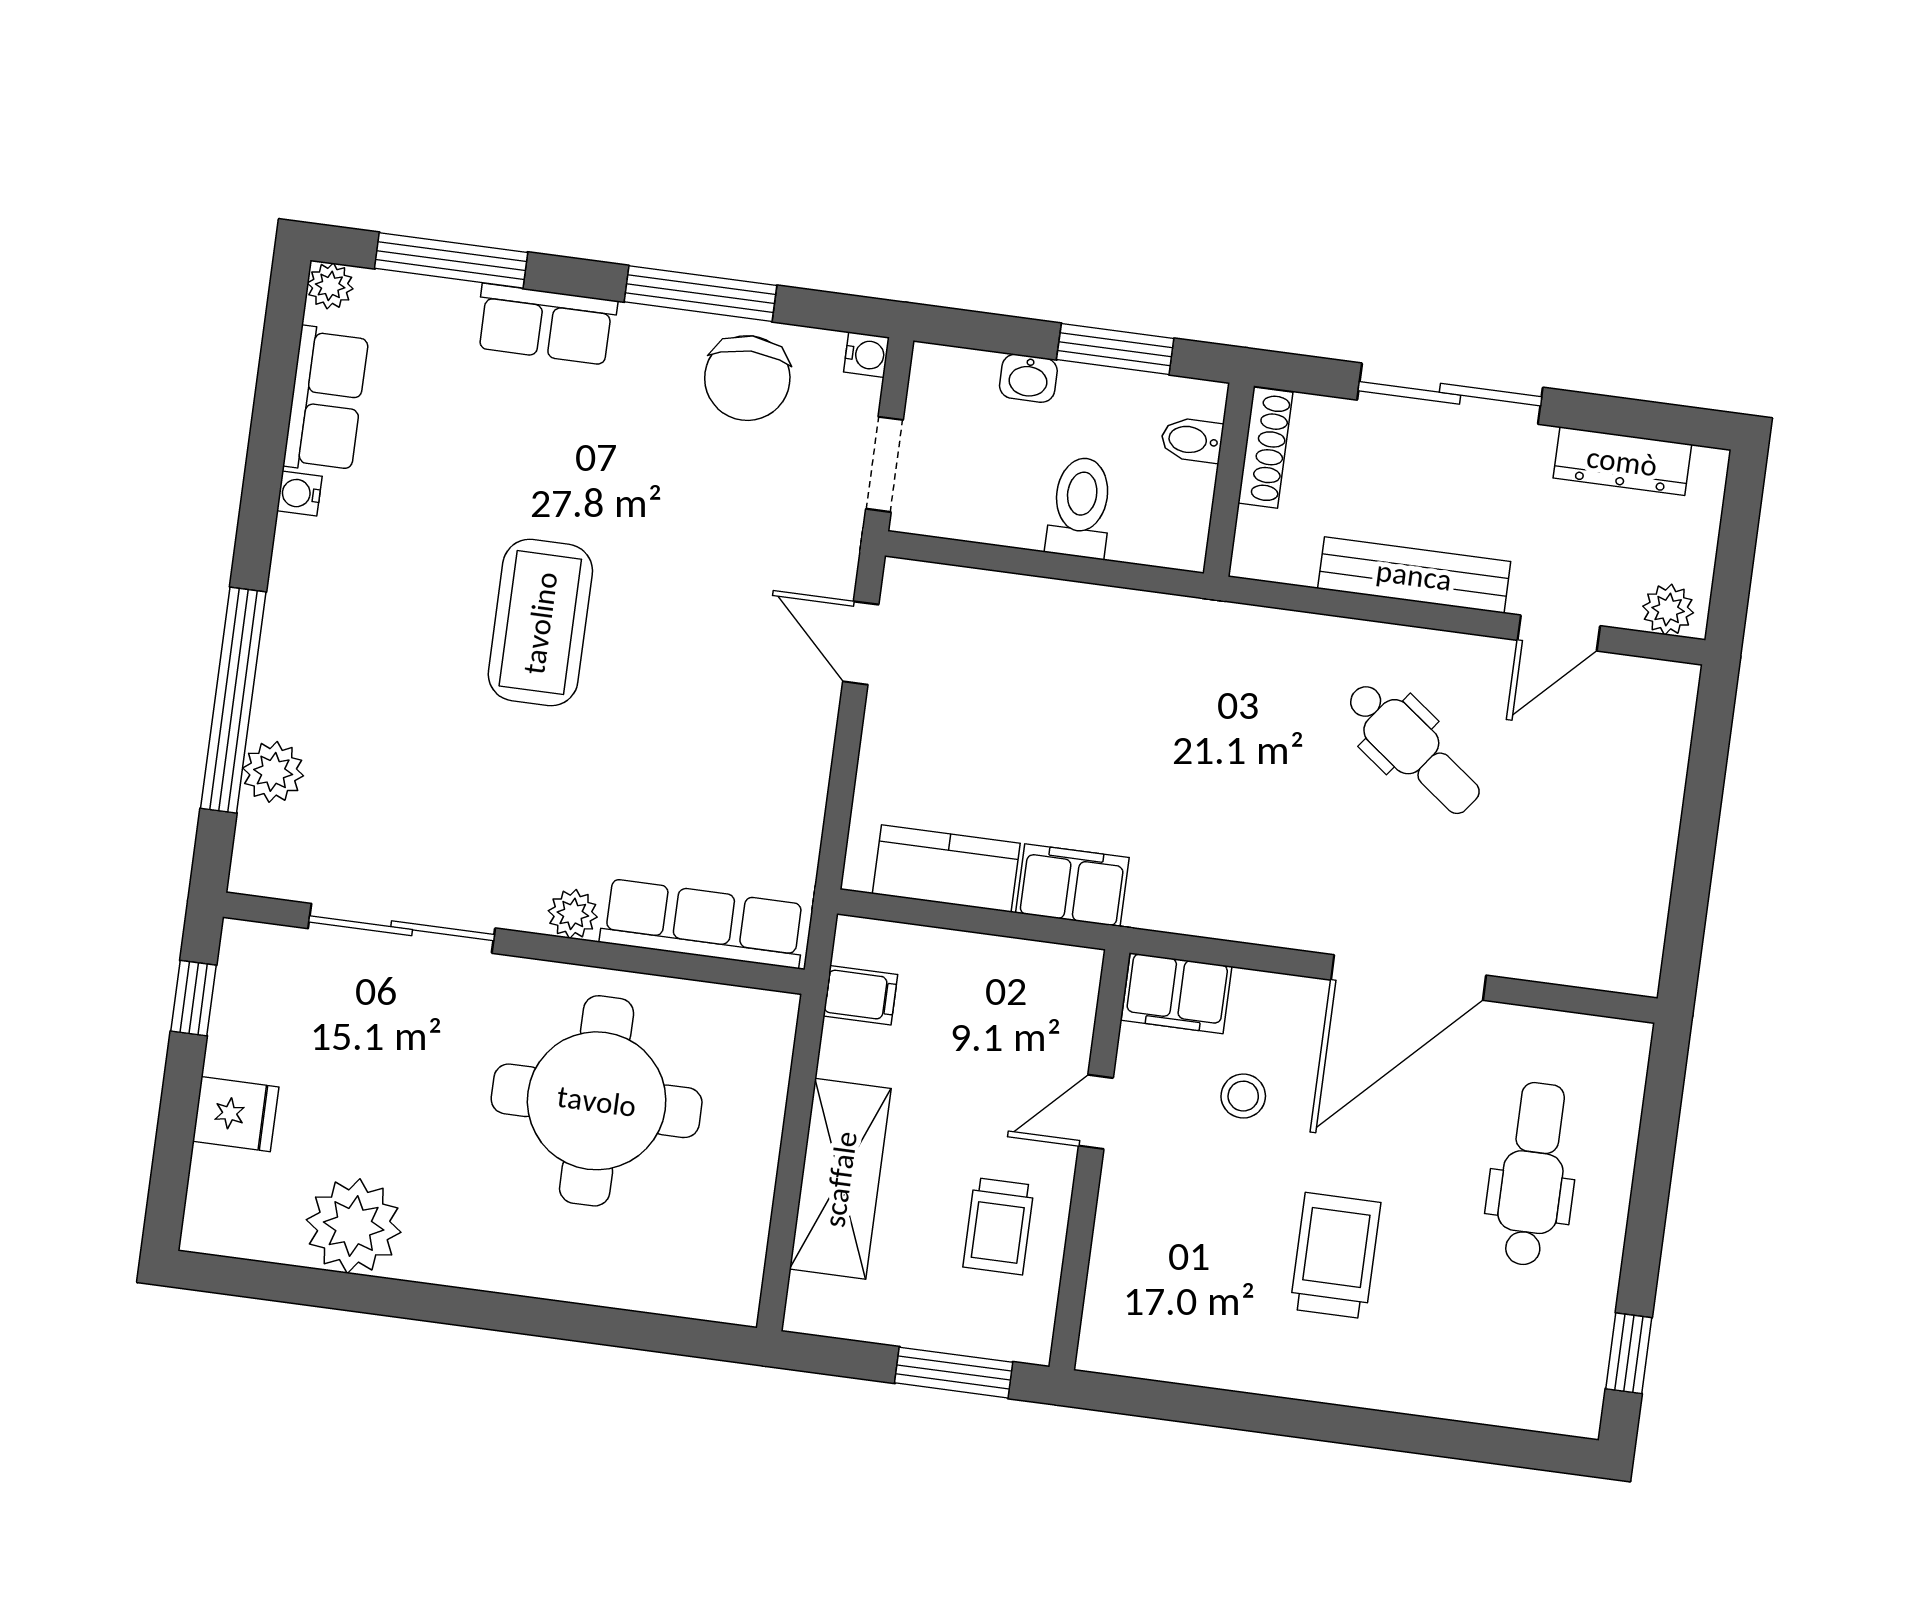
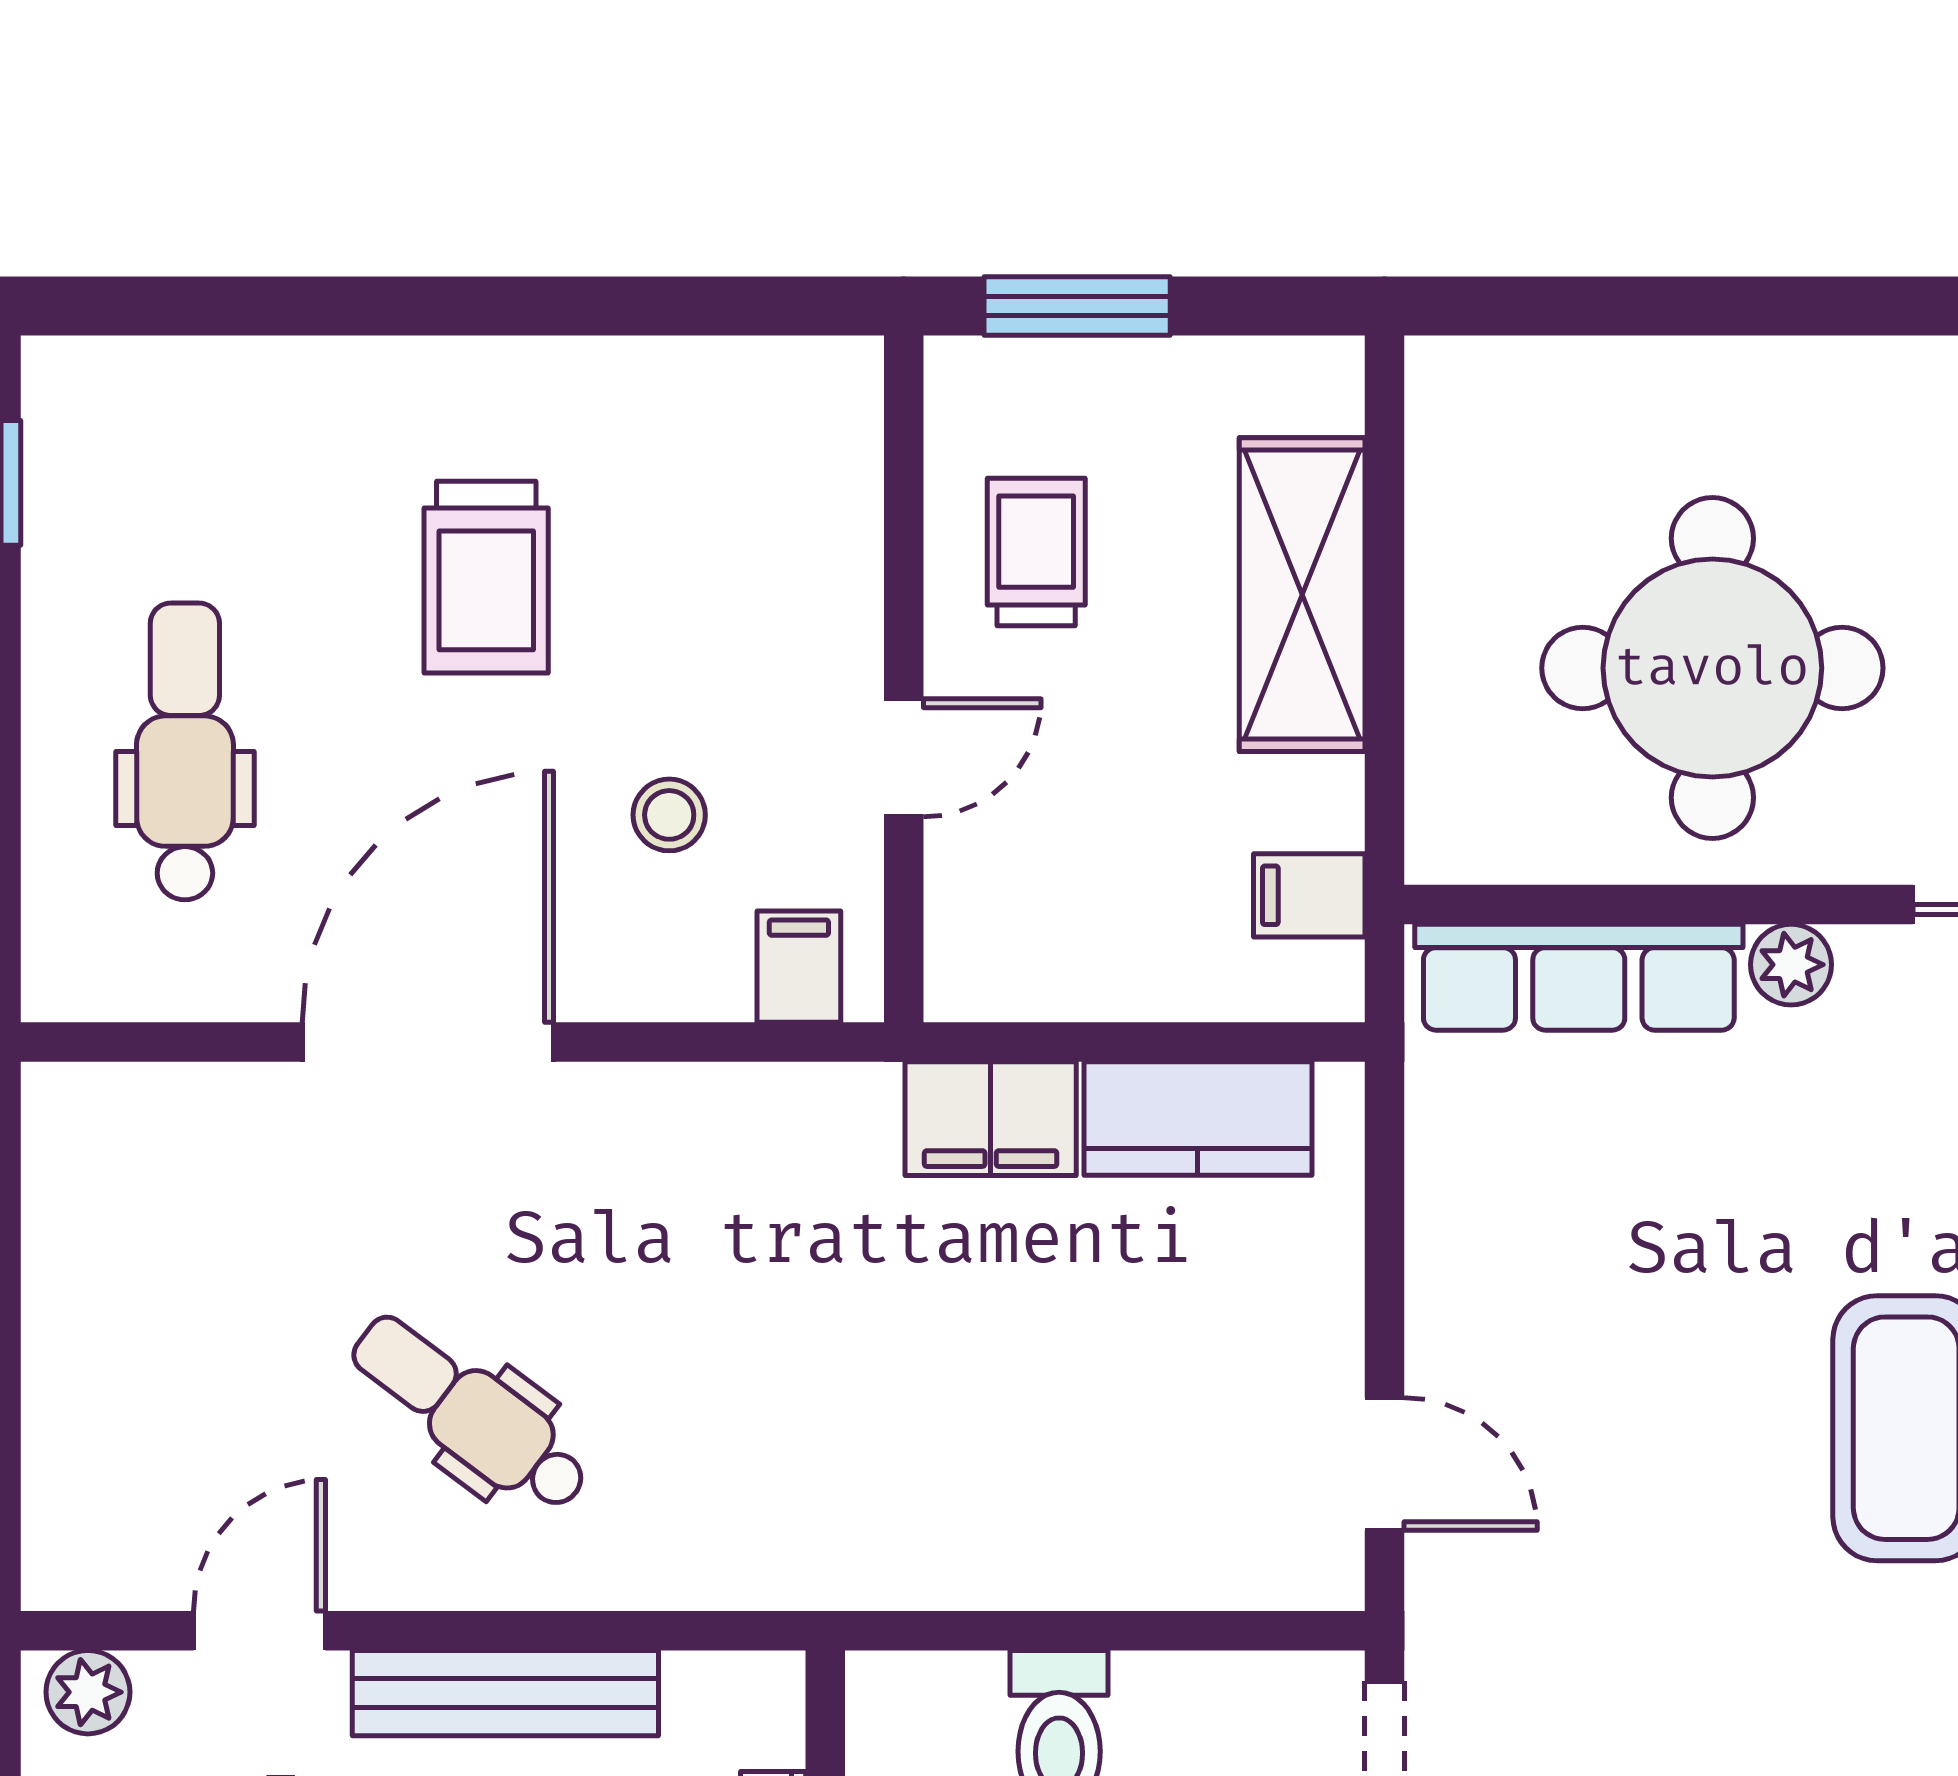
filing cabinet: (1177, 993) -> (799, 967), width x0.50
dental chair: (1533, 1174) -> (185, 751), turned 180

